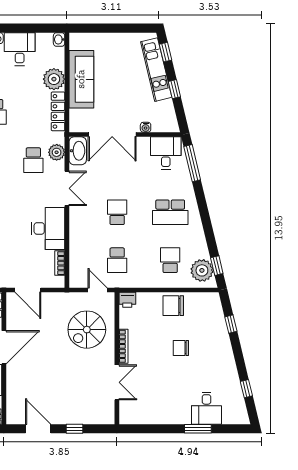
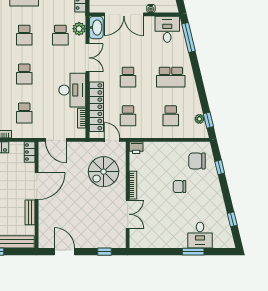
school desk: (117, 212) -> (128, 77), turned 180
locker: (78, 249) -> (96, 107), added
school desk: (170, 260) -> (171, 116), turned 180
plant: (202, 270) -> (199, 119), width x0.53, depth x0.53
chair: (173, 306) -> (197, 161), moved
window: (74, 429) -> (105, 252), moved

